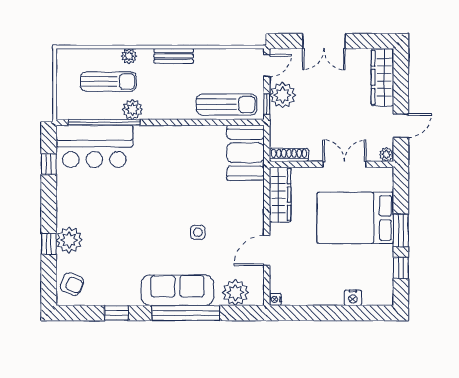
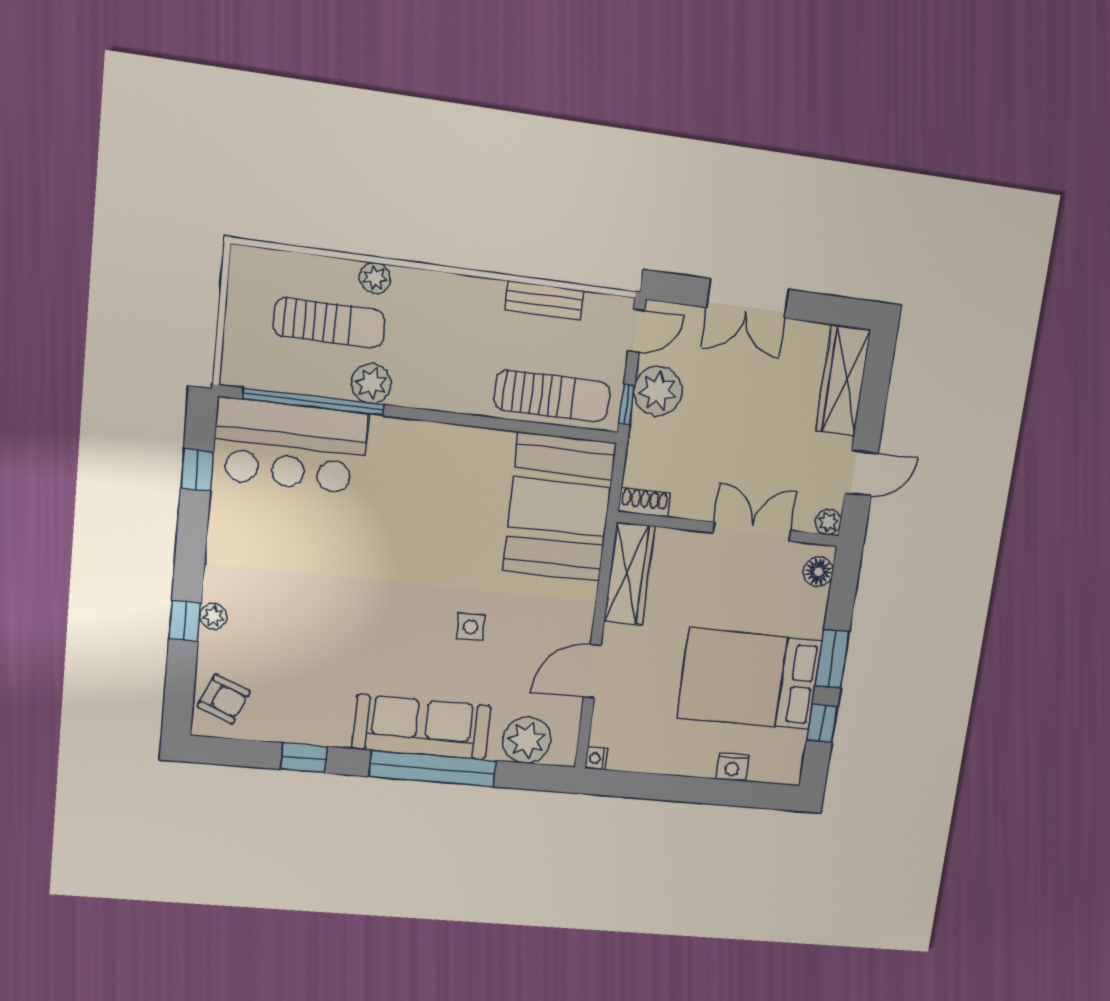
bench: (174, 56) -> (544, 300), moved
booth: (245, 153) -> (559, 507), width x1.36, depth x1.42
shoe rack: (289, 155) -> (644, 502), width x0.70
floor lamp: (385, 182) -> (818, 572), added
bed: (355, 218) -> (750, 679), moved
plant: (69, 240) -> (213, 616), width x0.53, depth x0.53

